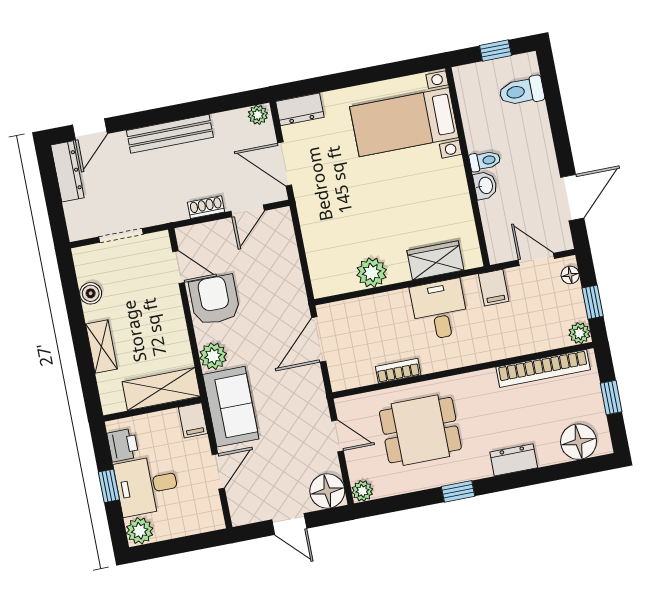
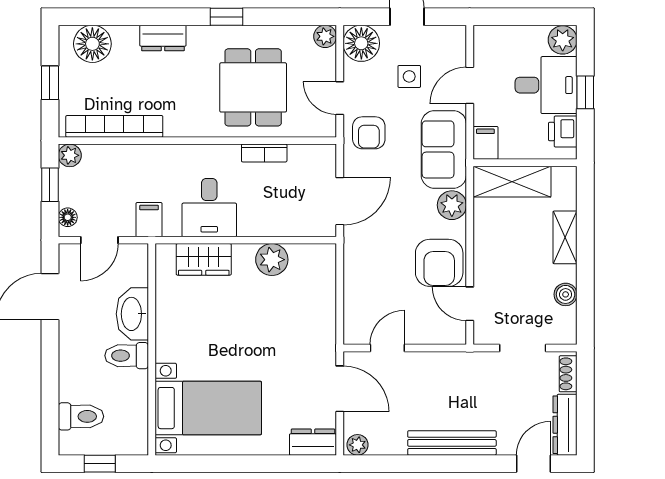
toilet: (485, 161) -> (127, 356), width x1.37, depth x1.39
washbasin: (485, 186) -> (132, 314), width x1.91, depth x1.45
shoe rack: (206, 207) -> (568, 374), moved, turned 90
door: (536, 259) -> (99, 240), hinge flipped
armchair: (304, 409) -> (369, 133), added
dining table: (420, 430) -> (253, 87), turned 90
side table: (276, 469) -> (409, 76), added

